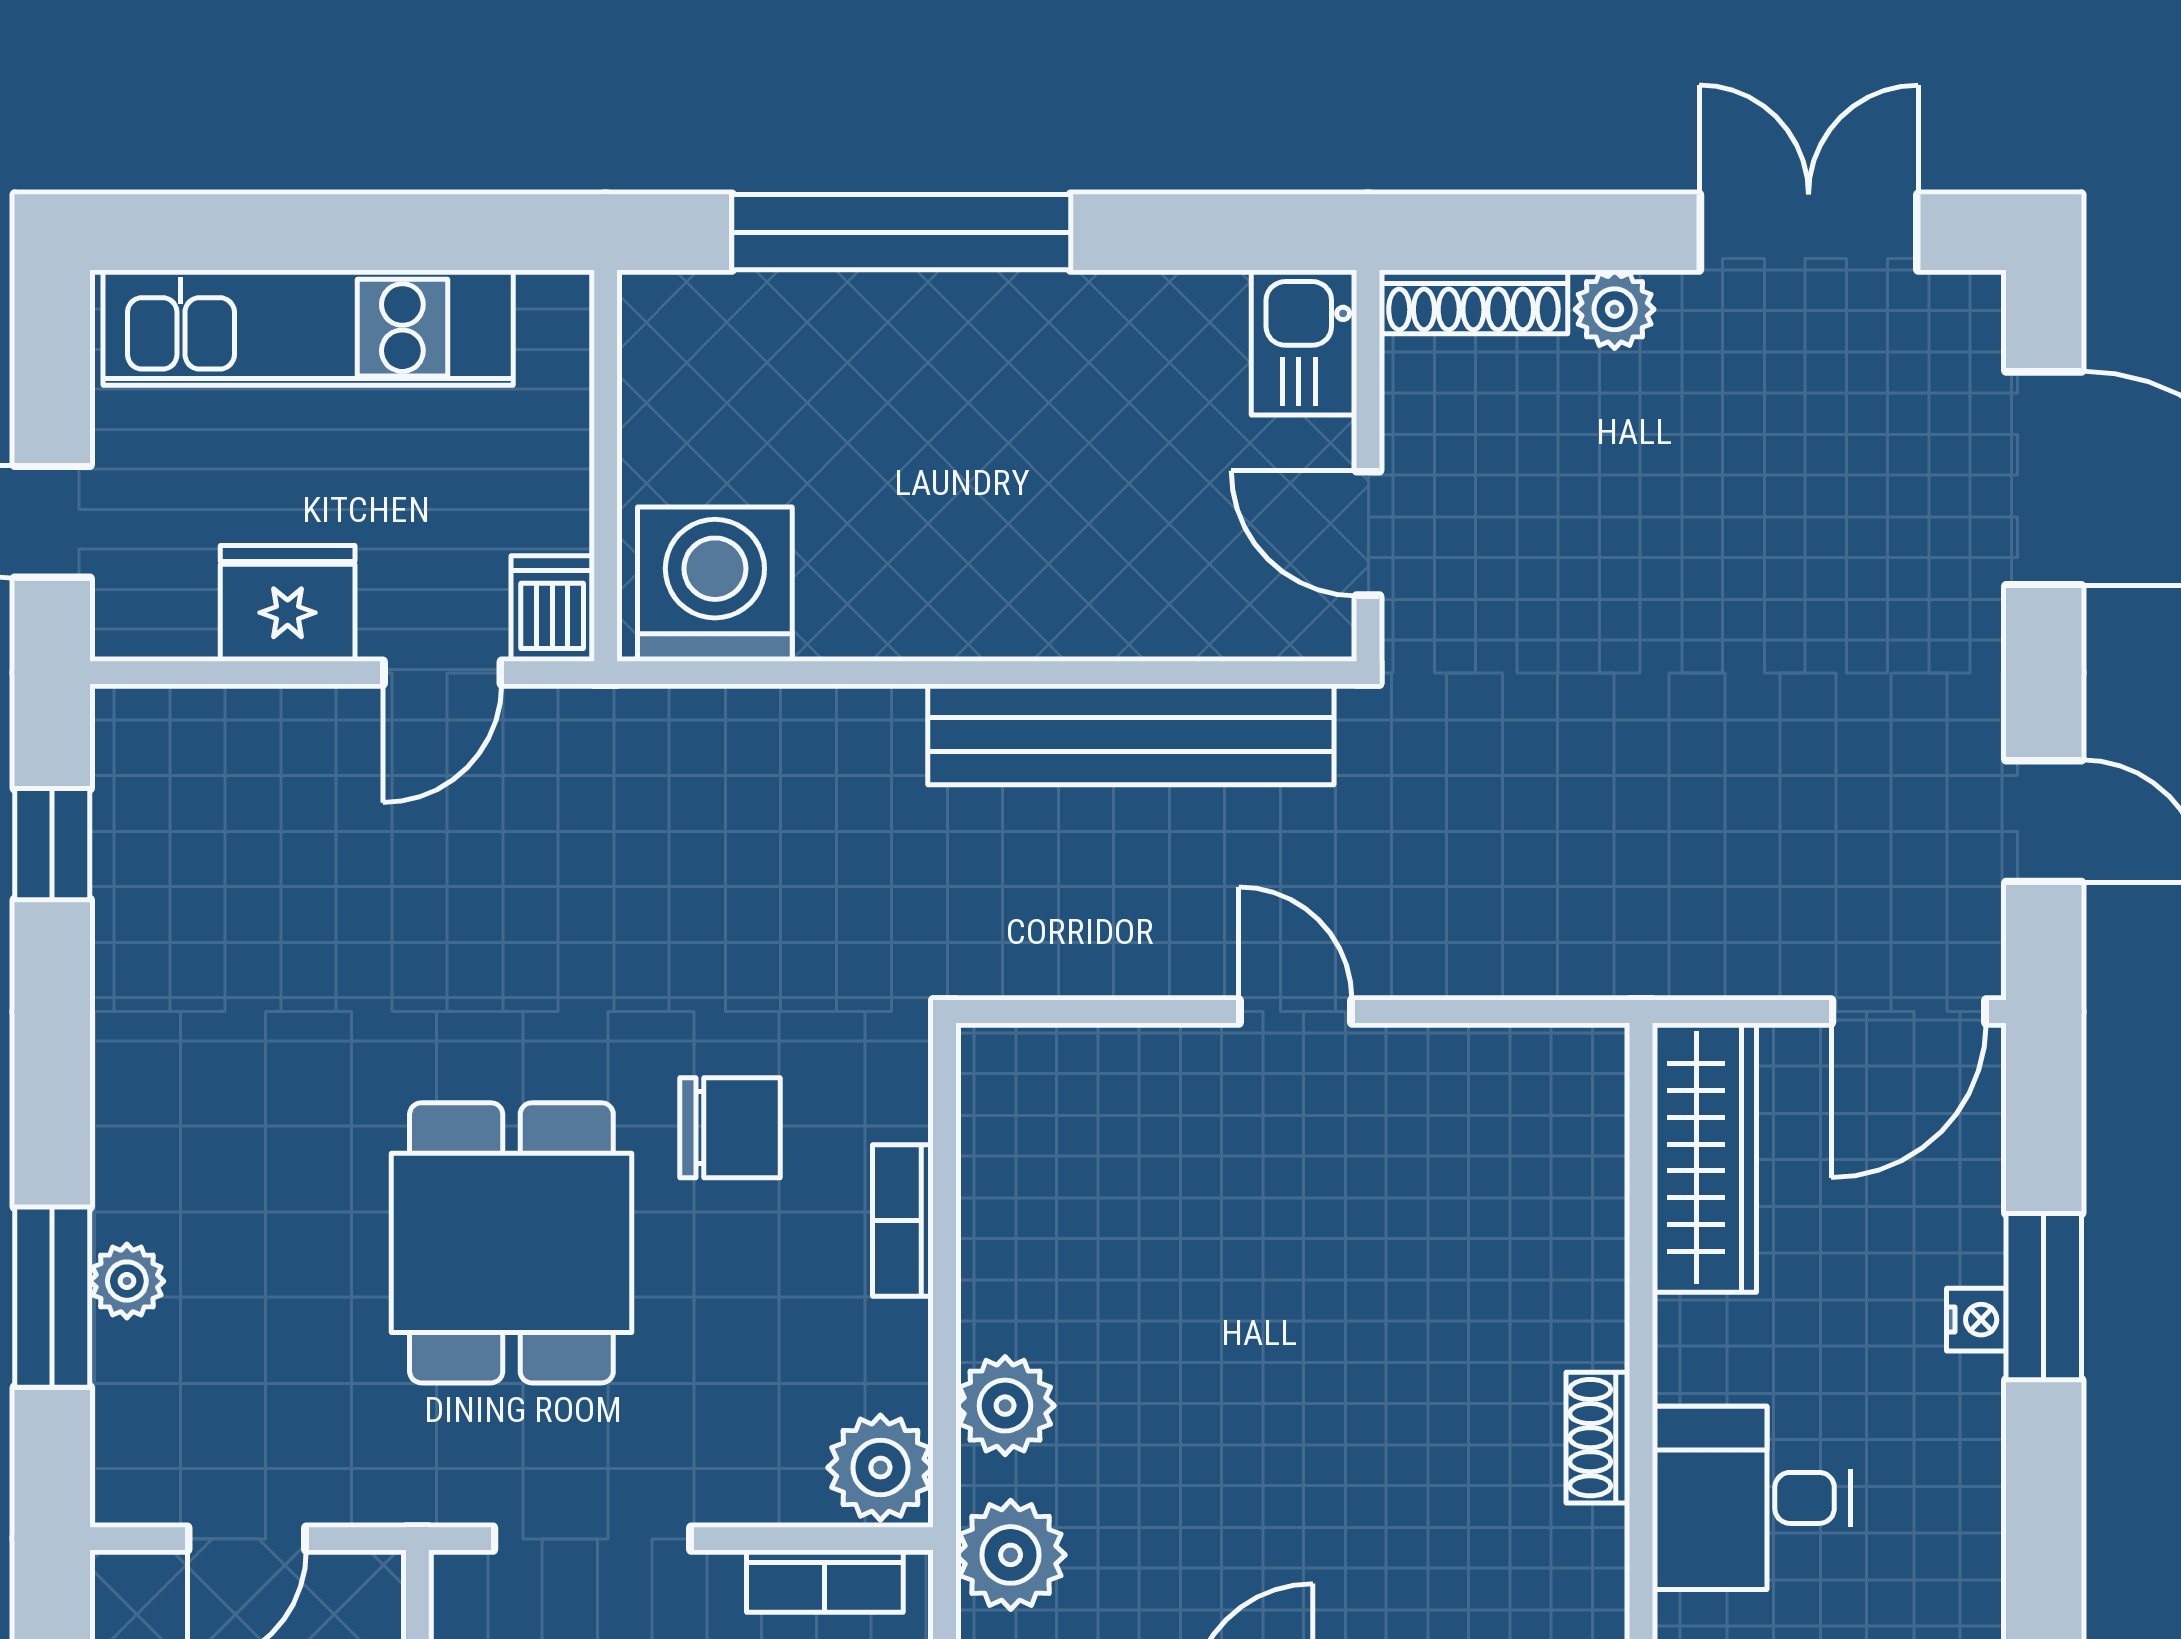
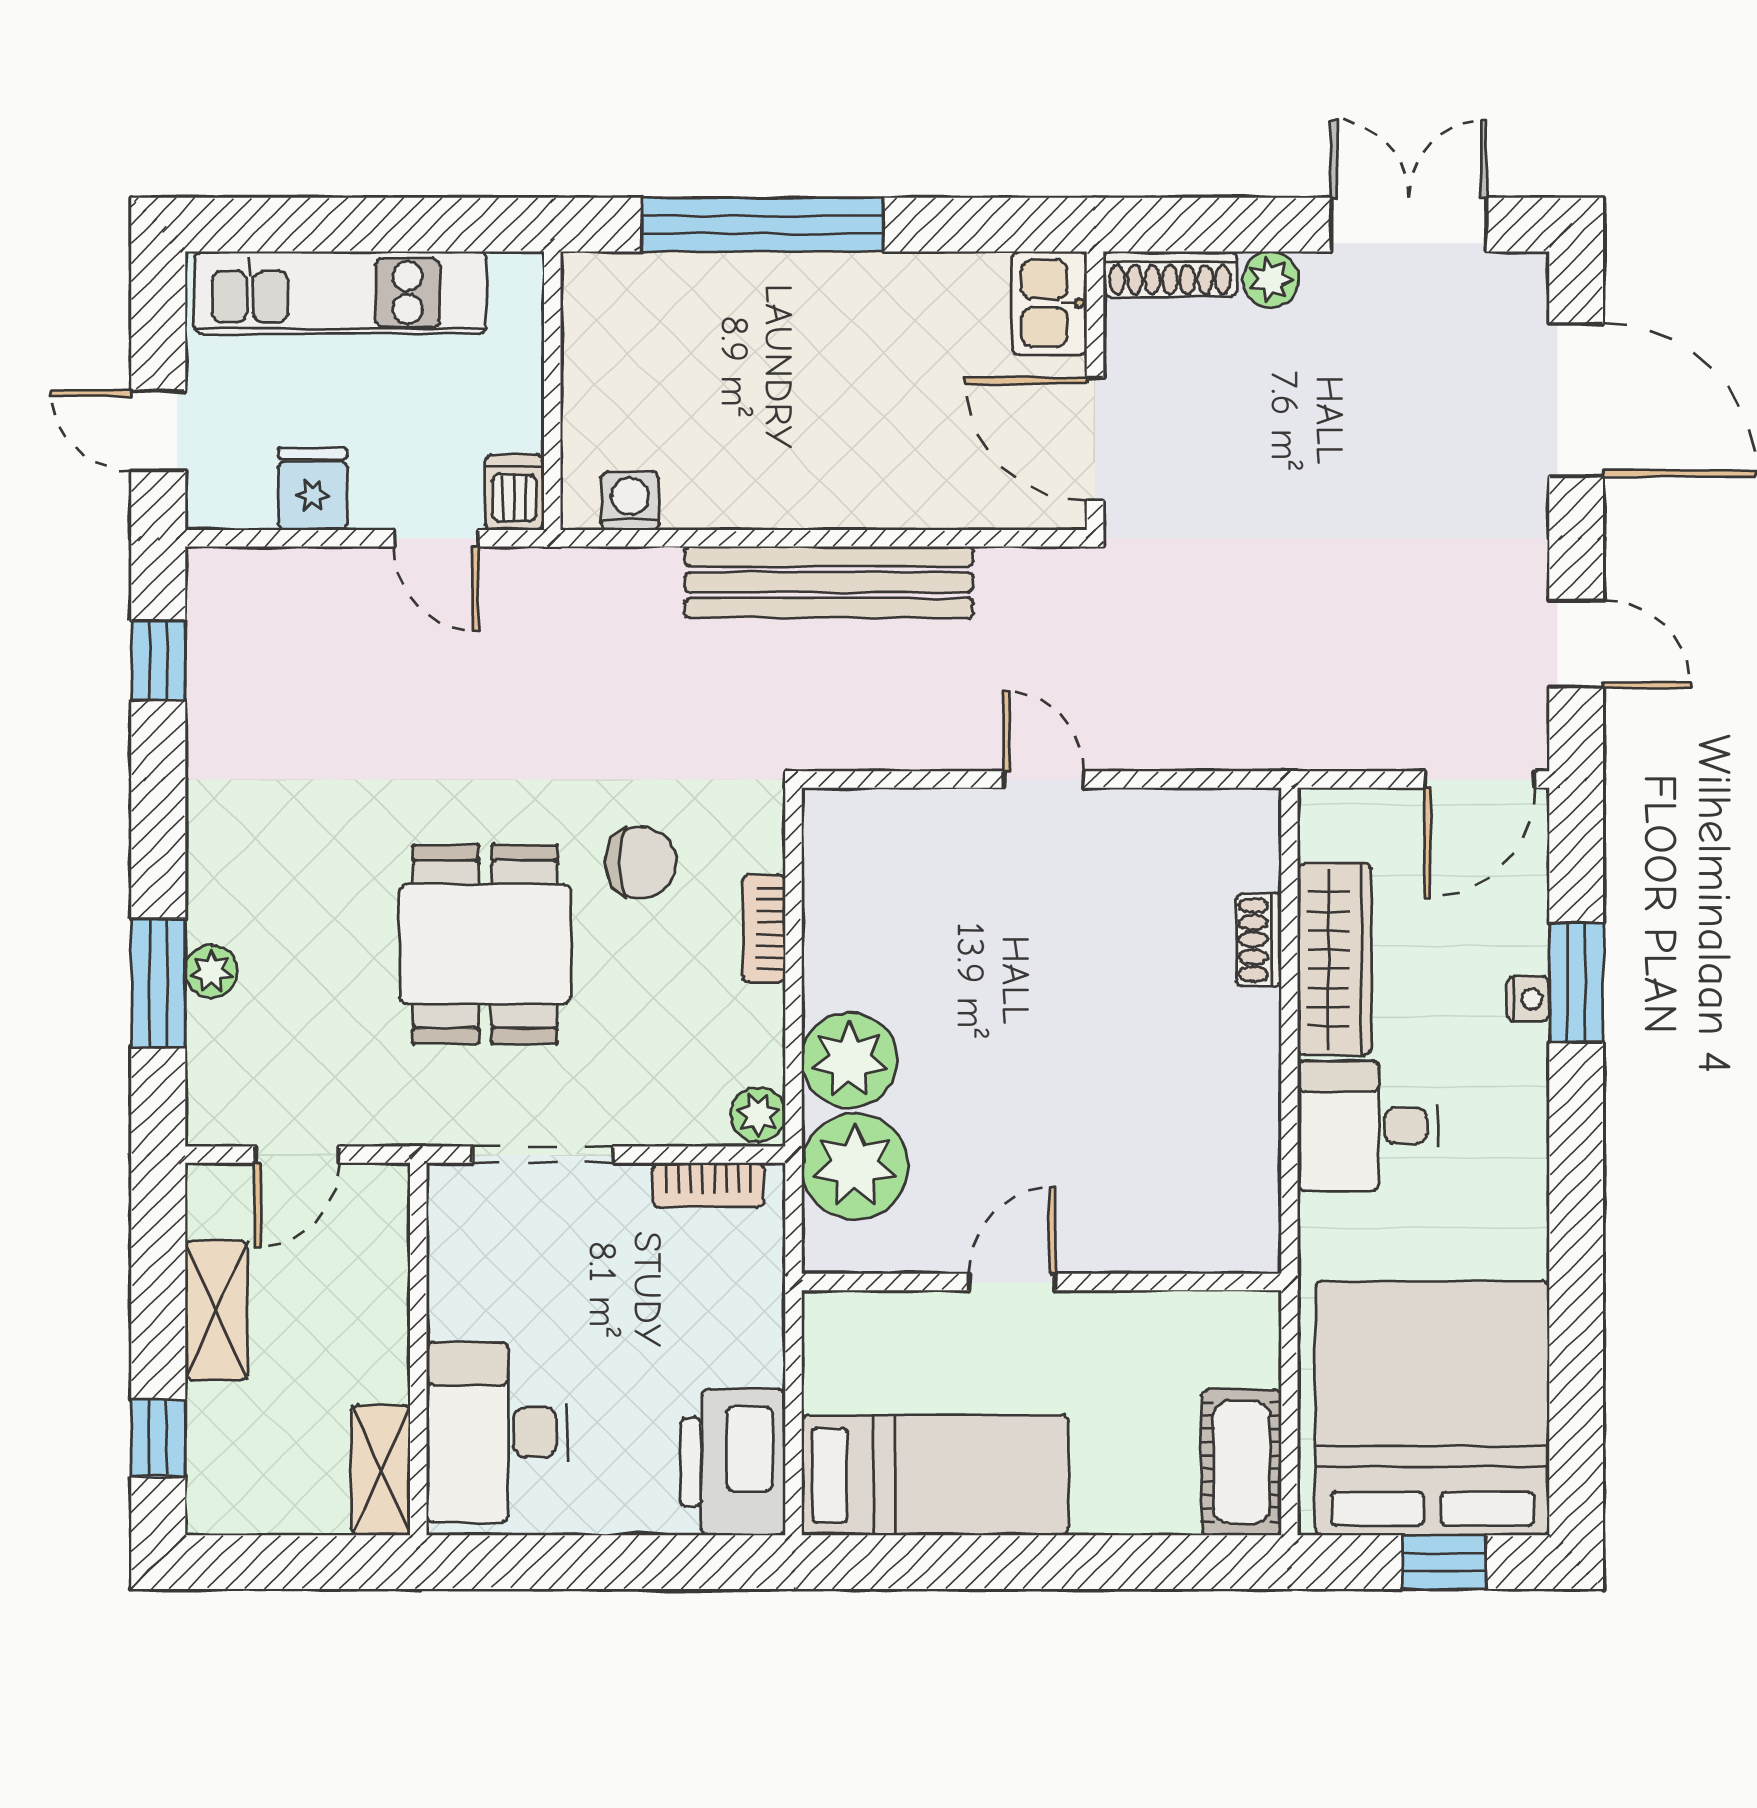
door: (1368, 533) -> (1095, 439), width x1.38
washing machine: (715, 584) -> (630, 501), width x0.53, depth x0.53
fridge: (288, 603) -> (312, 489), width x0.72
door: (442, 673) -> (436, 538), hinge flipped
bench: (1131, 734) -> (829, 582), moved
wardrobe: (1704, 1158) -> (1334, 959), moved
plant: (1005, 1406) -> (849, 1060), width x1.36, depth x1.36
shoe rack: (1598, 1438) -> (1259, 940), moved
plant: (880, 1468) -> (758, 1114), width x0.73, depth x0.73
plant: (1011, 1555) -> (855, 1166), width x1.36, depth x1.36

